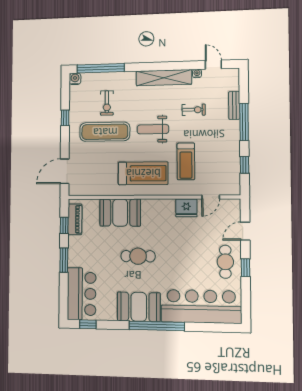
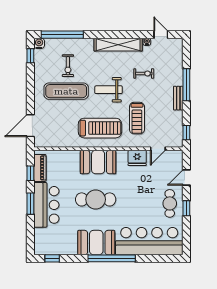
bench: (234, 105) -> (178, 98), moved
window: (65, 118) -> (30, 56), moved
window: (245, 165) -> (186, 133), moved
booth: (120, 213) -> (98, 162), moved
cafe table: (138, 256) -> (96, 199), width x1.37, depth x1.35
bar counter: (82, 294) -> (46, 205), moved

